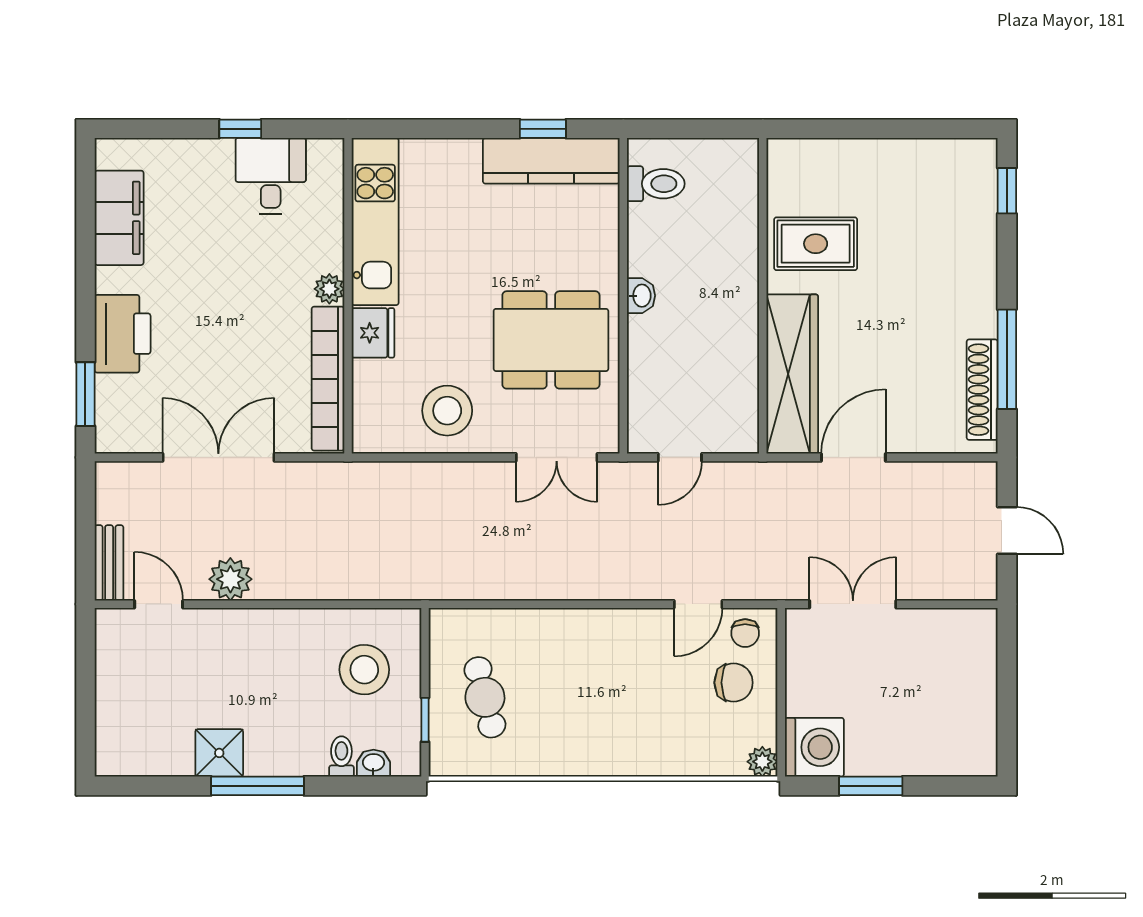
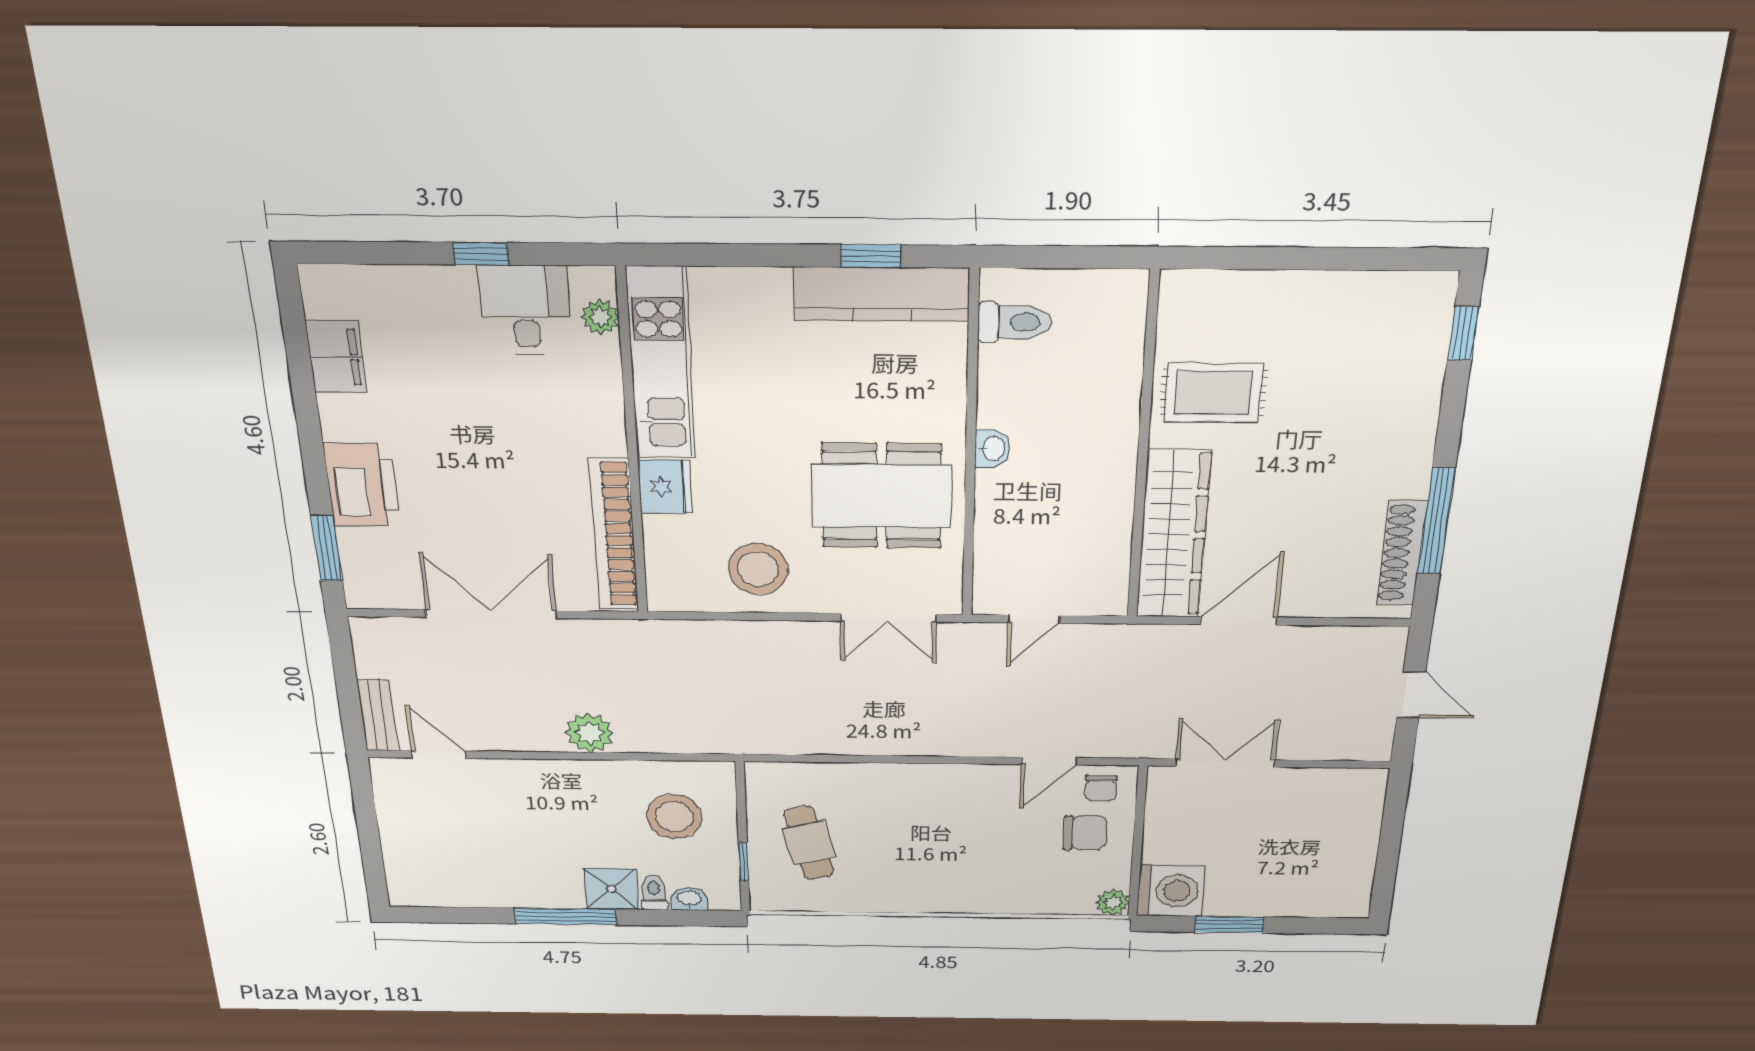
filing cabinet: (119, 218) -> (336, 357), width x0.67, depth x0.86
plant: (329, 289) -> (600, 317), moved
plant: (230, 579) -> (590, 733), moved
shower: (219, 753) -> (611, 889), moved

